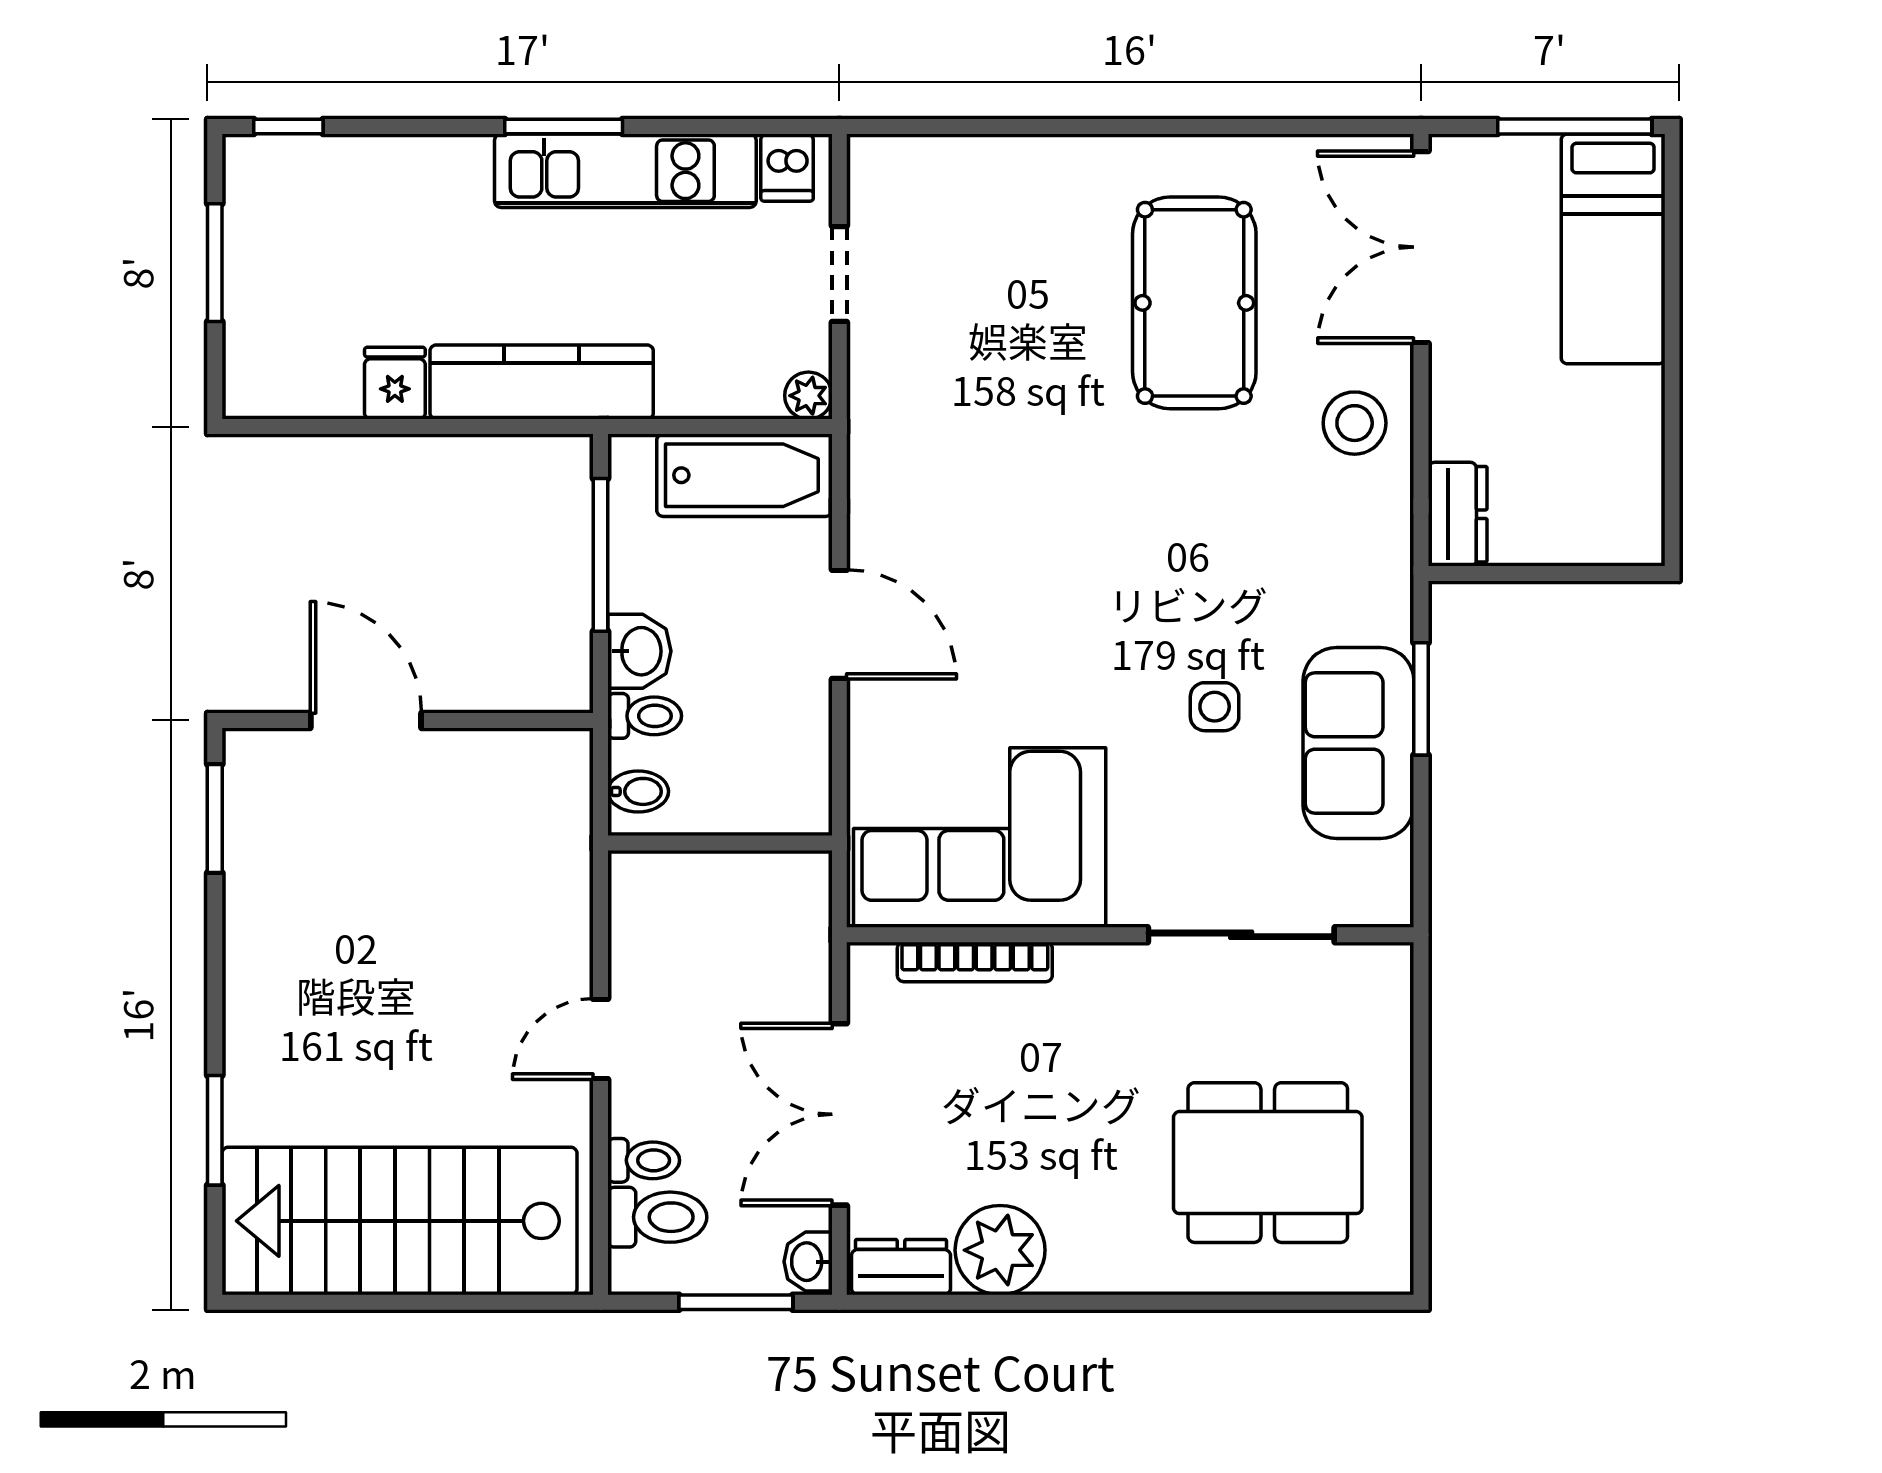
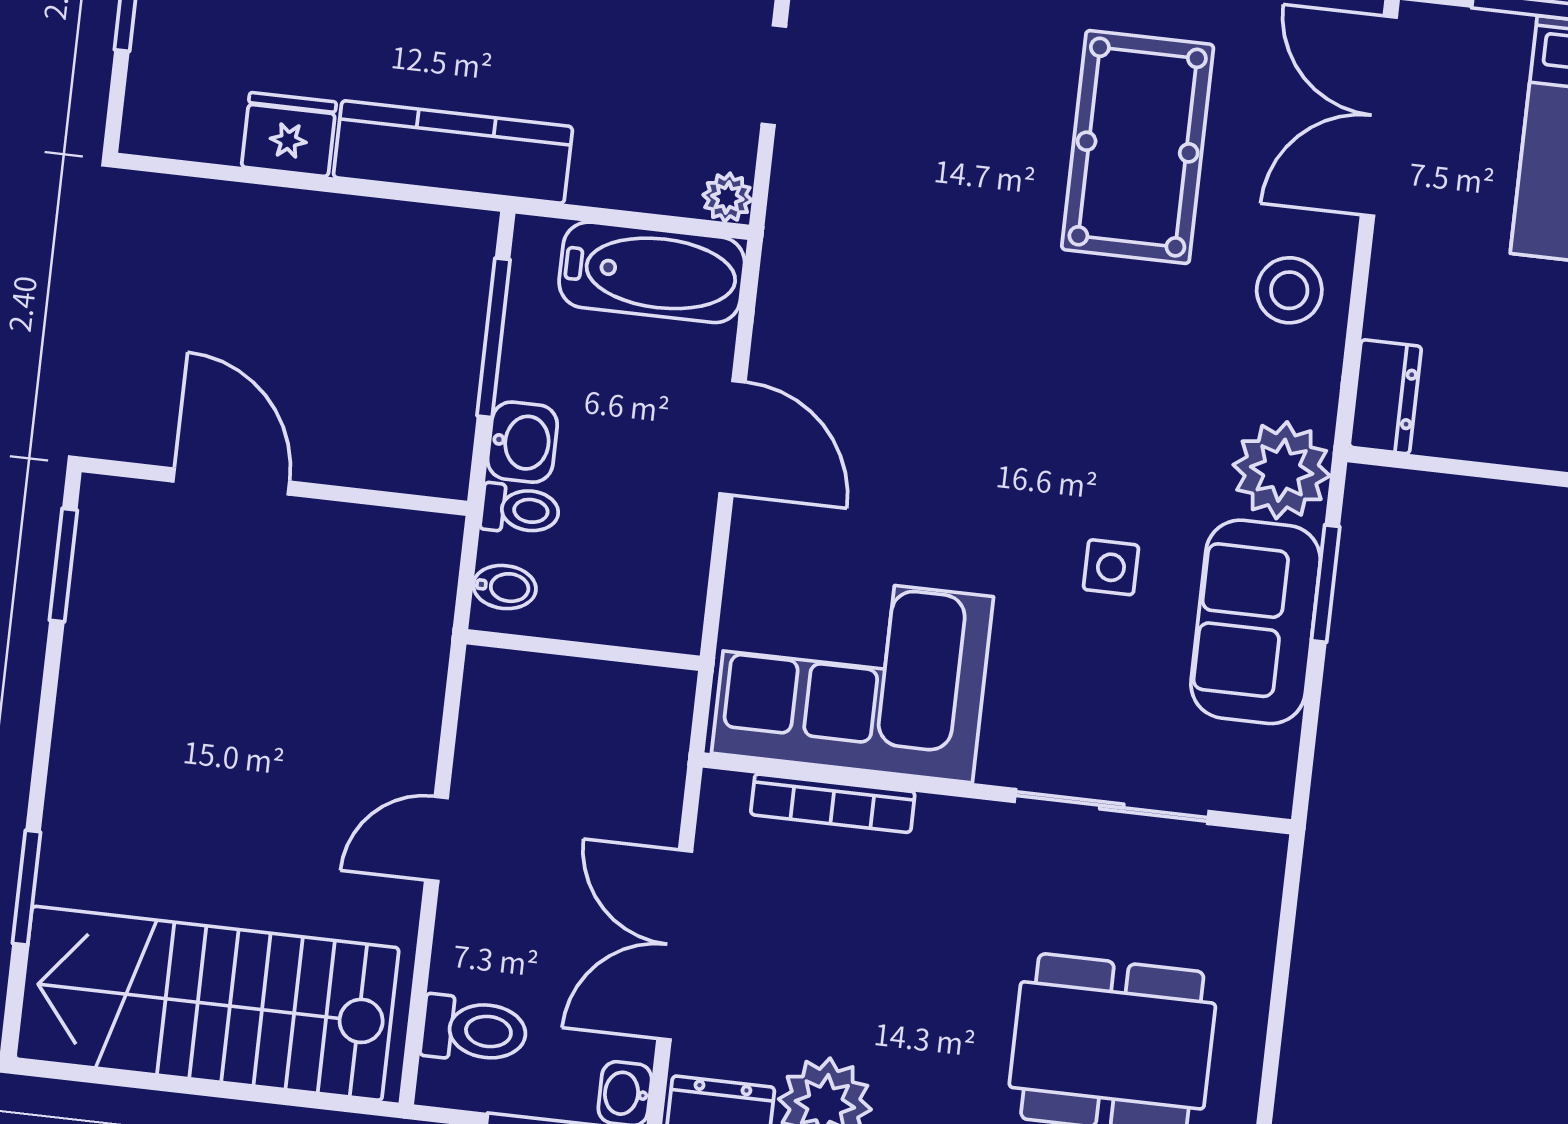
fridge: (395, 383) -> (289, 134), width x1.38
plant: (1367, 596) -> (1282, 470), added
toilet: (644, 1160) -> (467, 969), removed

